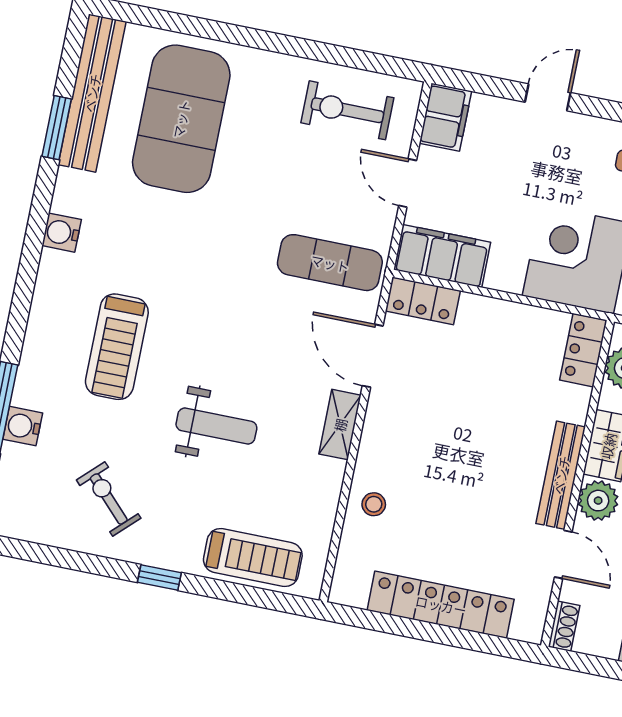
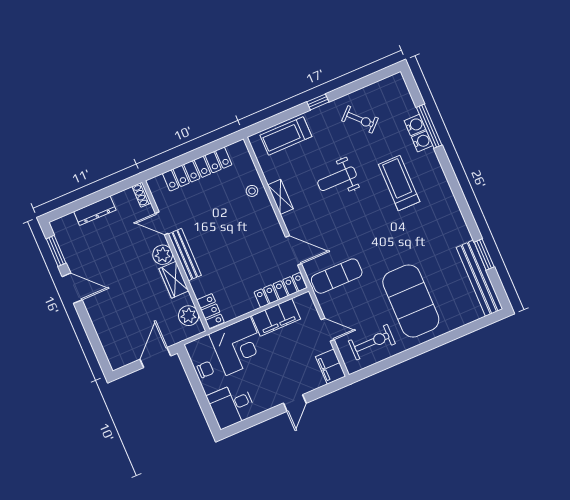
exercise mat: (181, 119) -> (411, 301), moved
water cooler: (62, 233) -> (422, 141), moved
filing cabinet: (442, 256) -> (276, 317), moved
locker: (423, 301) -> (280, 290), width x1.53
shelving: (340, 425) -> (280, 197), moved

